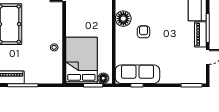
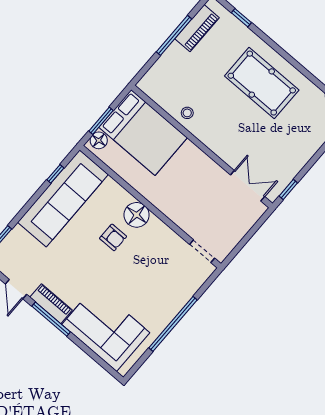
floor lamp: (123, 19) -> (137, 215), moved
sofa: (138, 74) -> (63, 198), width x1.36, depth x1.27

